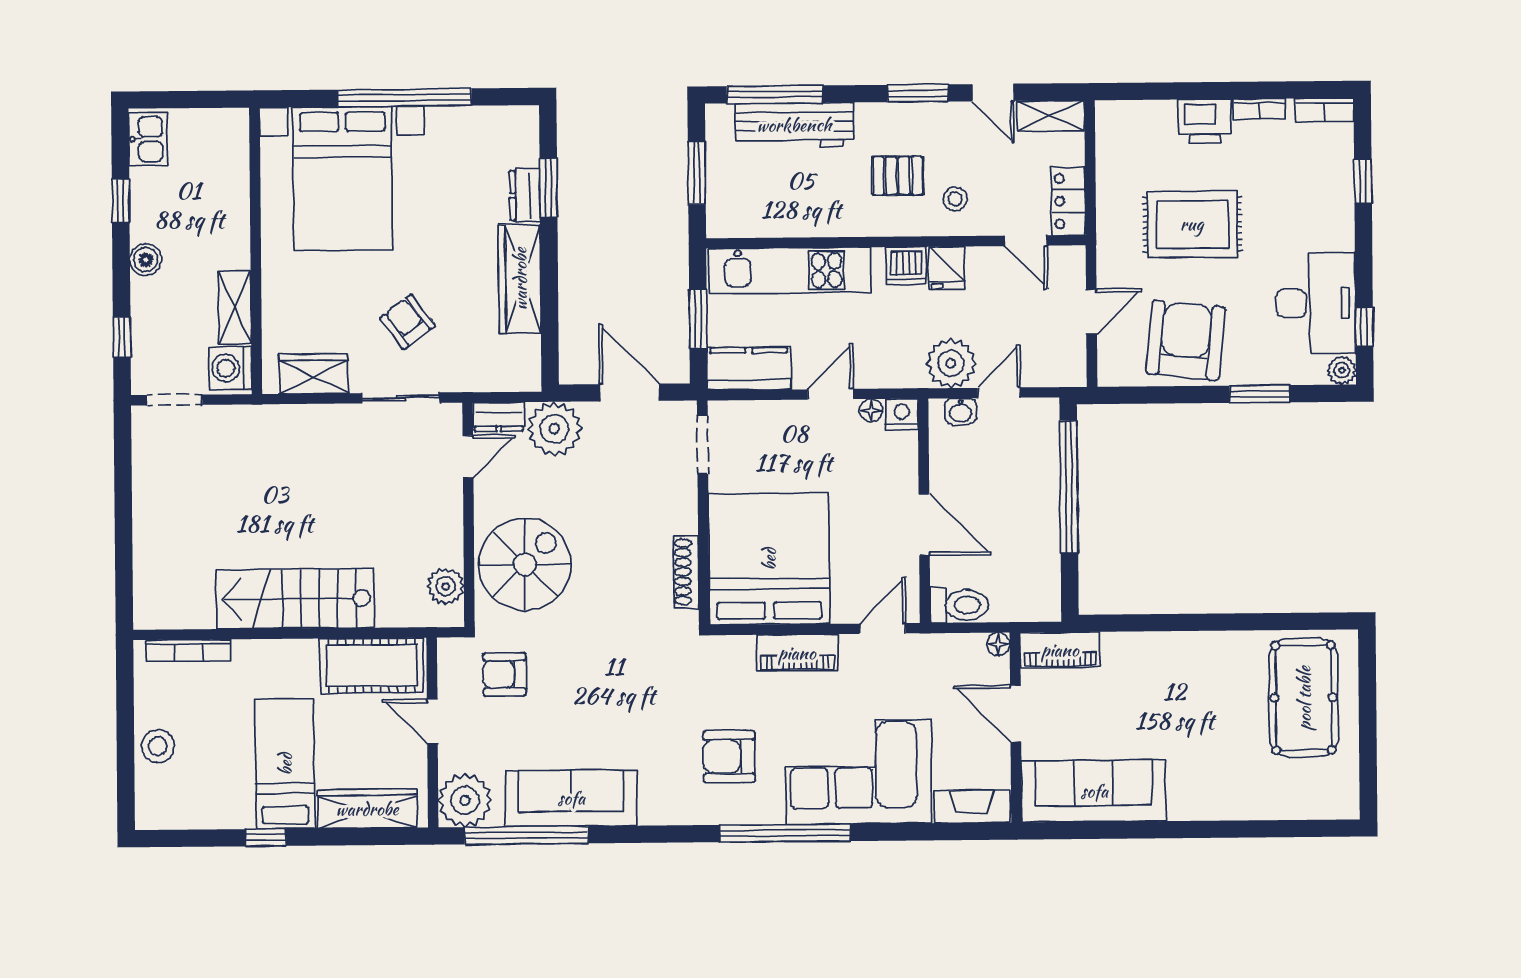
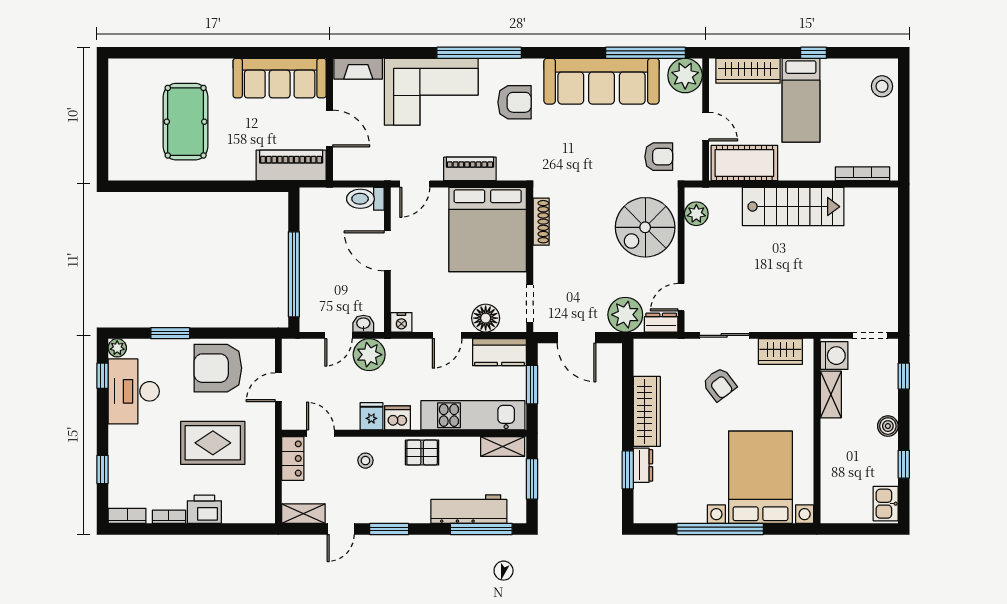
door: (993, 93) -> (341, 529), swing flipped
pallet: (898, 176) -> (422, 453), moved
shelving: (743, 223) -> (503, 447), added
armchair: (1186, 340) -> (218, 368), turned 84
floor lamp: (871, 411) -> (486, 318), moved, width x1.89, depth x1.89
floor lamp: (998, 644) -> (340, 173), removed
piano: (1060, 650) -> (291, 165), width x1.37, depth x1.33
pool table: (1304, 698) -> (186, 122), moved
stool: (158, 746) -> (882, 86), moved
sofa: (571, 798) -> (602, 81), width x1.36, depth x1.27

